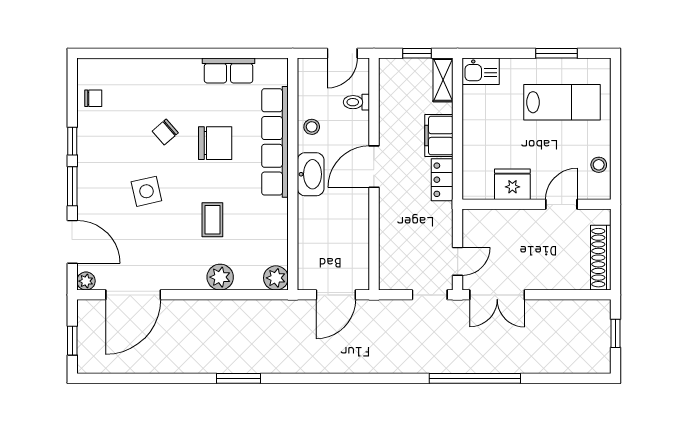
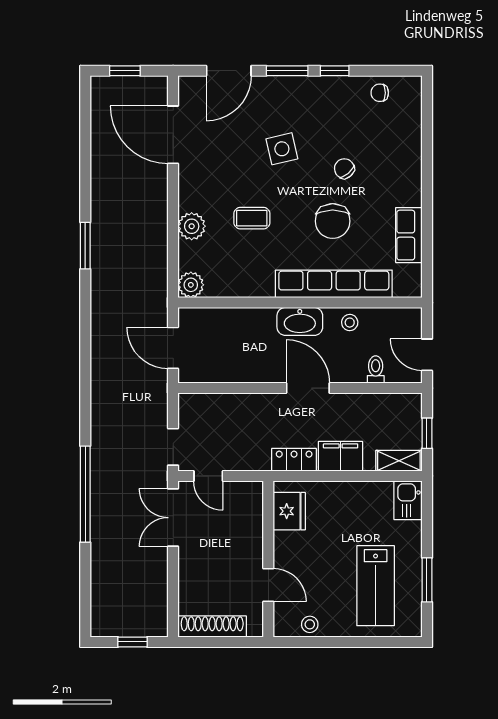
chair: (93, 98) -> (380, 93), turned 90
fridge: (512, 184) -> (289, 511), moved
plant: (86, 281) -> (188, 85), removed

